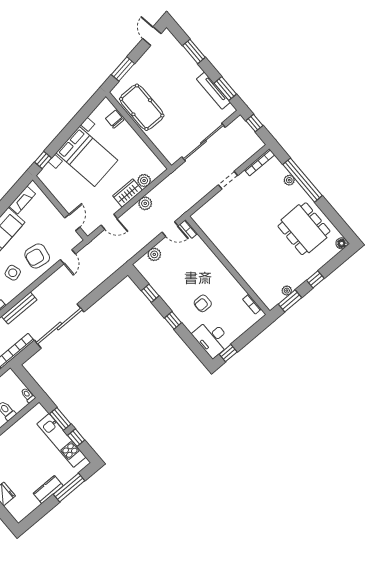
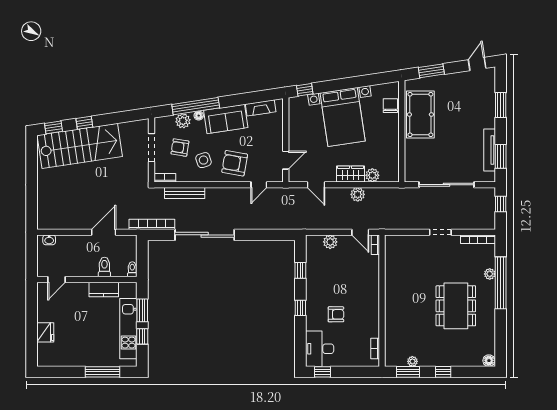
dining table: (304, 229) -> (456, 306), moved
armchair: (203, 303) -> (336, 314), turned 180
kitchen counter: (48, 490) -> (104, 290), moved, turned 180

